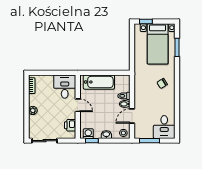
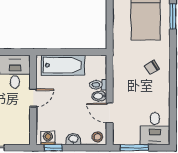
door: (78, 105) -> (33, 98), hinge flipped
door: (132, 116) -> (110, 113), hinge flipped
printer: (70, 125) -> (23, 126), removed

